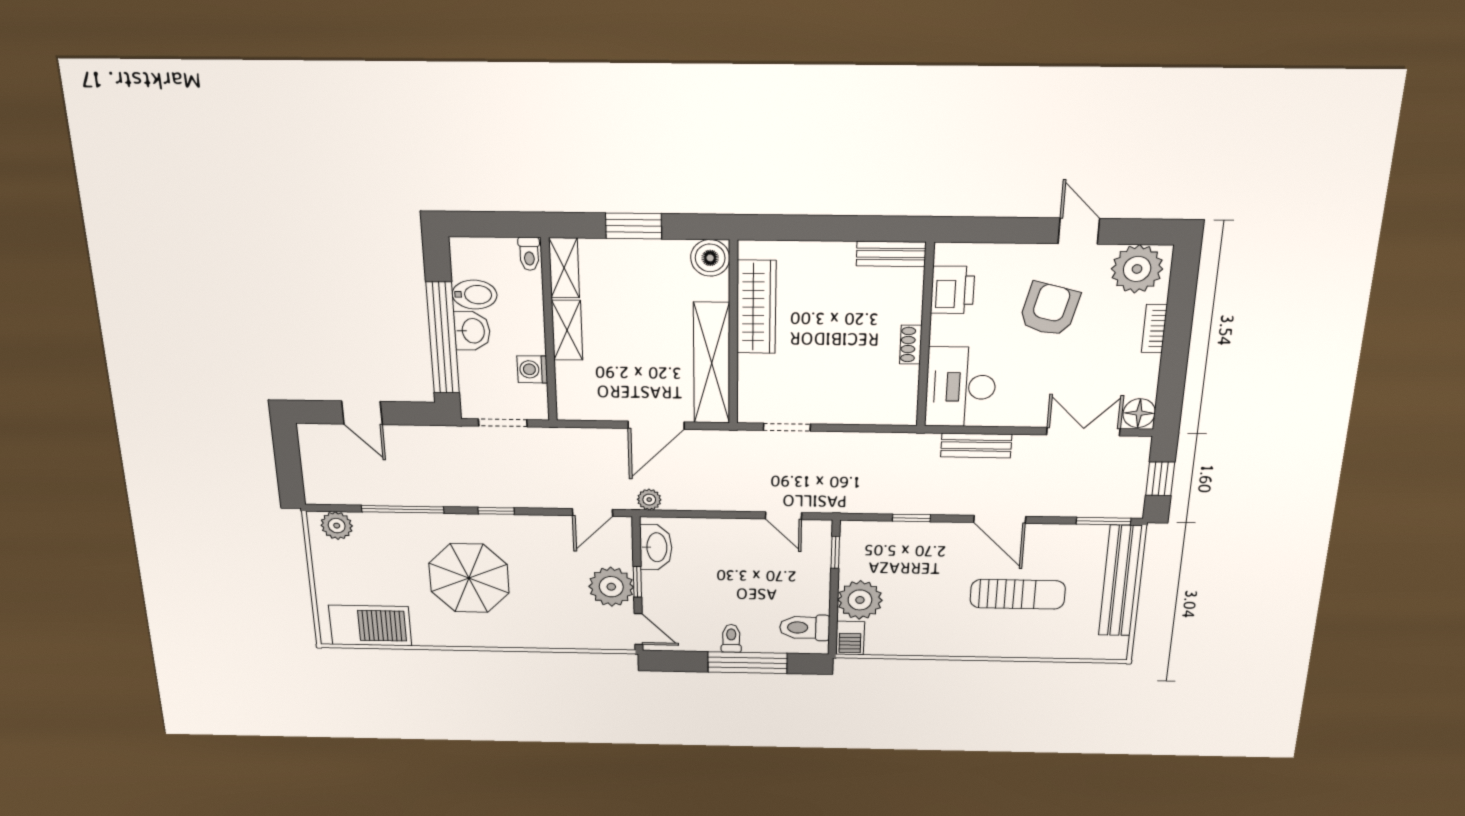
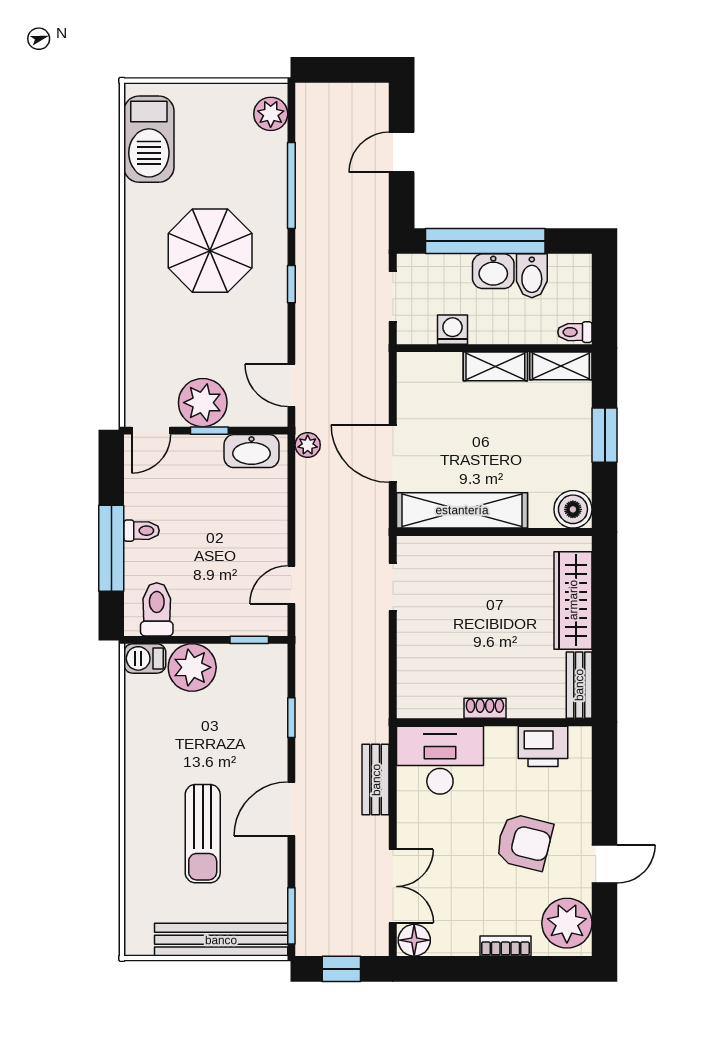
wardrobe: (756, 307) -> (573, 600), moved, turned 90

